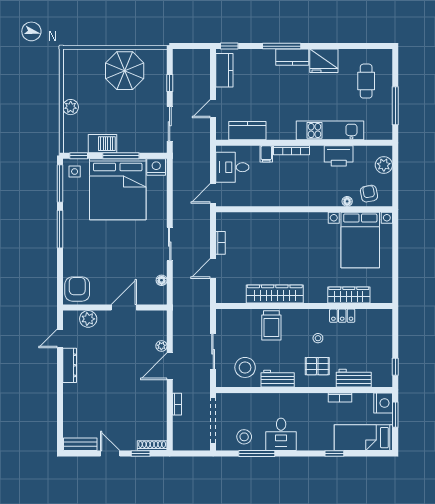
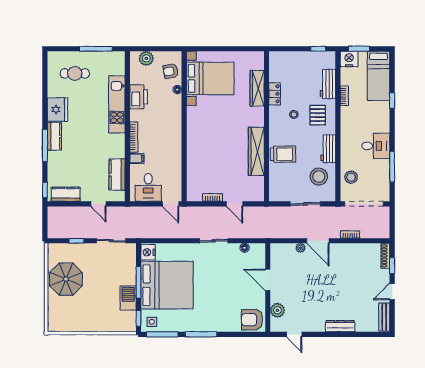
plant: (71, 107) -> (97, 325), removed
dresser: (70, 365) -> (340, 326), moved
stool: (244, 437) -> (351, 177), moved

